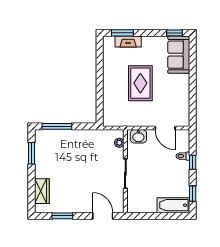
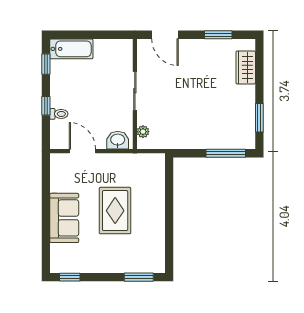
fireplace: (128, 41) -> (131, 266), removed
sofa: (179, 55) -> (64, 218), moved

